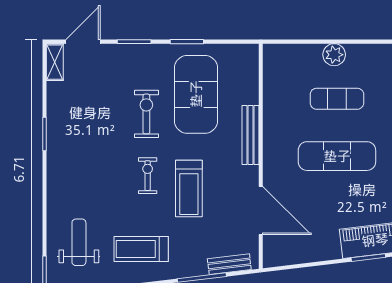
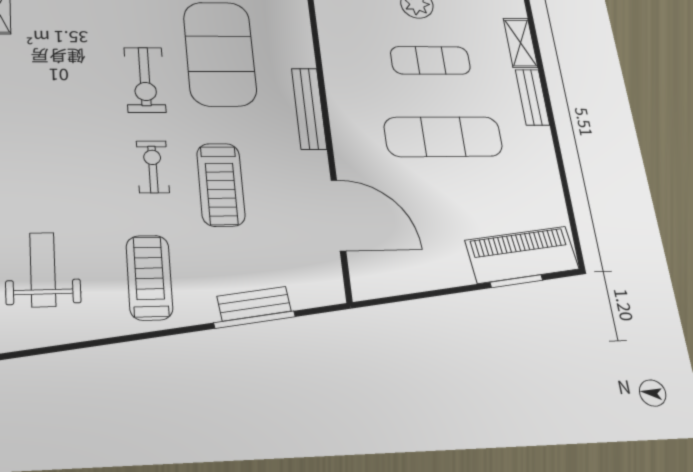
exercise bike: (146, 114) -> (145, 80), turned 180
treadmill: (141, 249) -> (149, 277), turned 90
bench: (229, 264) -> (254, 304), moved

